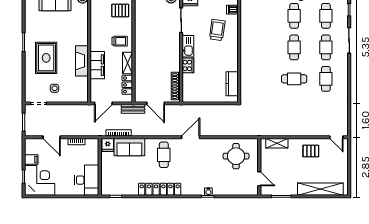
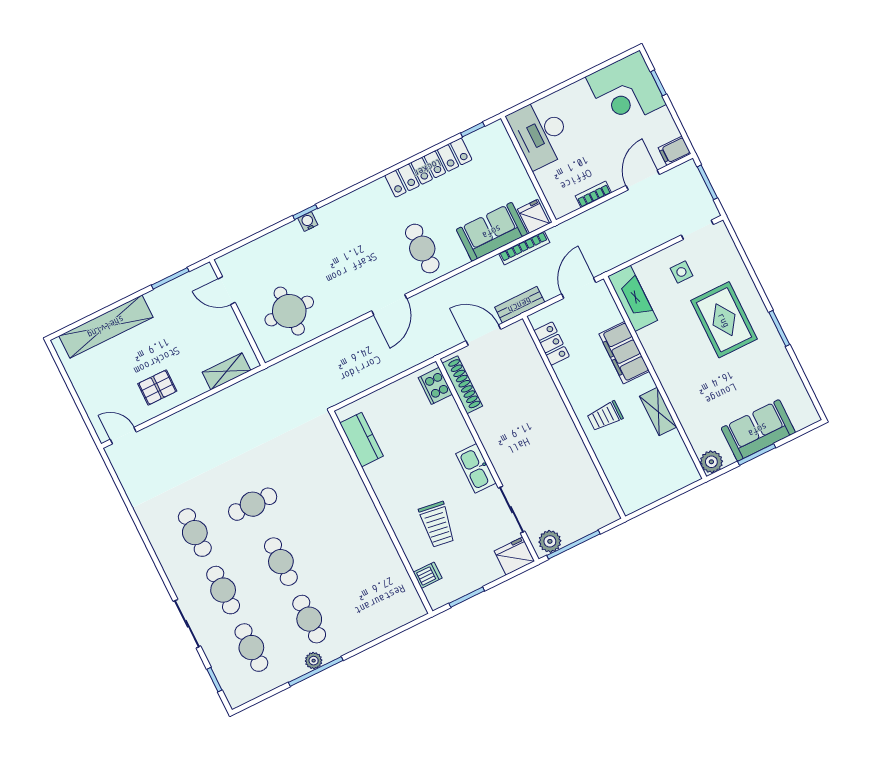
pallet: (120, 11) -> (631, 473), removed
fireplace: (82, 61) -> (633, 298), moved
shelving: (128, 63) -> (658, 412), moved
cooker: (188, 65) -> (435, 386), moved
door: (52, 137) -> (643, 180), hinge flipped
filing cabinet: (31, 160) -> (675, 151), moved
locker: (160, 189) -> (428, 168), moved

